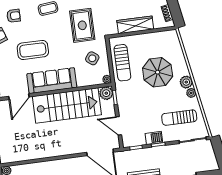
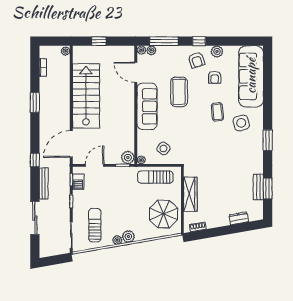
rug: (82, 25) -> (197, 143), removed
parasol: (158, 72) -> (164, 214), moved
stairs: (67, 105) -> (86, 96), moved, turned 180
barbecue: (154, 138) -> (78, 182), moved

